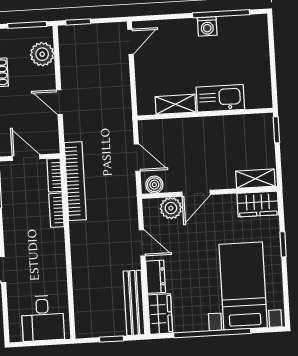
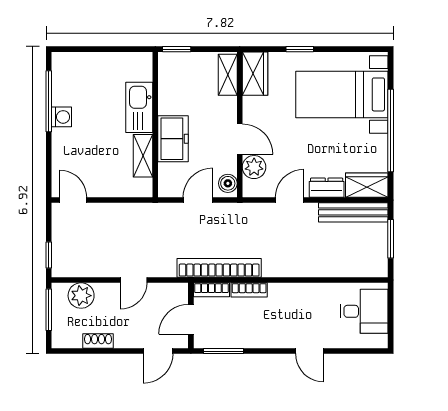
freezer: (193, 131) -> (173, 139), added
window: (111, 339) -> (391, 239), width x1.50

